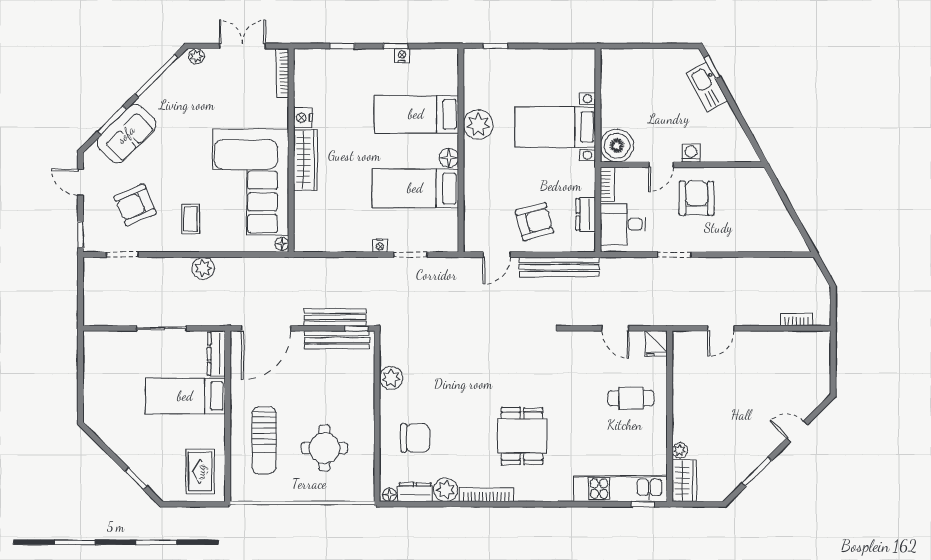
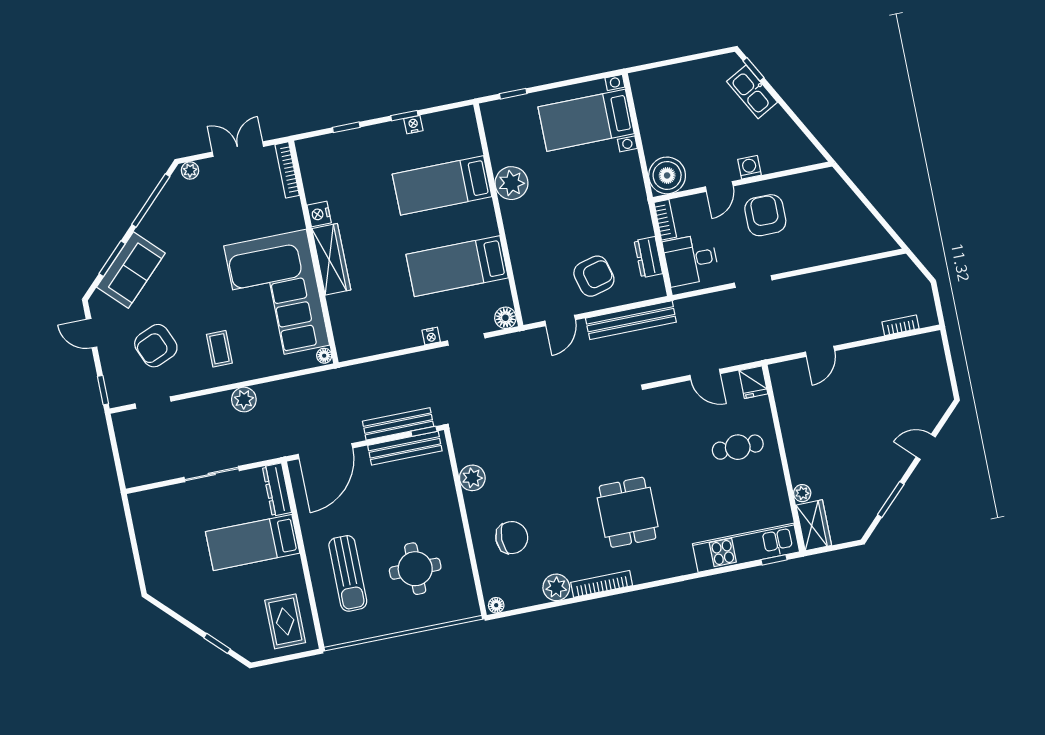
bed with nightstands: (555, 127) -> (586, 120), moved
floor lamp: (449, 158) -> (505, 318), moved
dresser: (415, 492) -> (523, 597), removed

